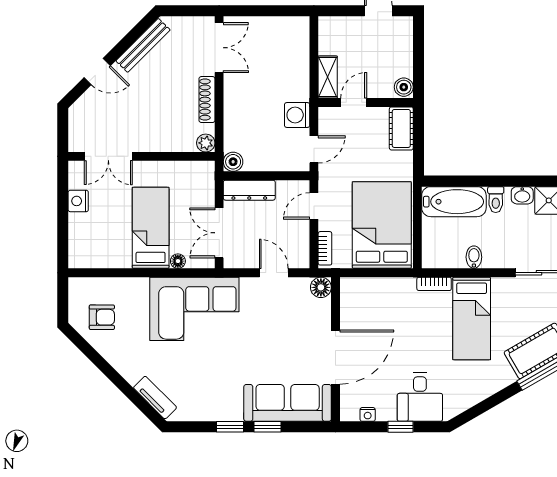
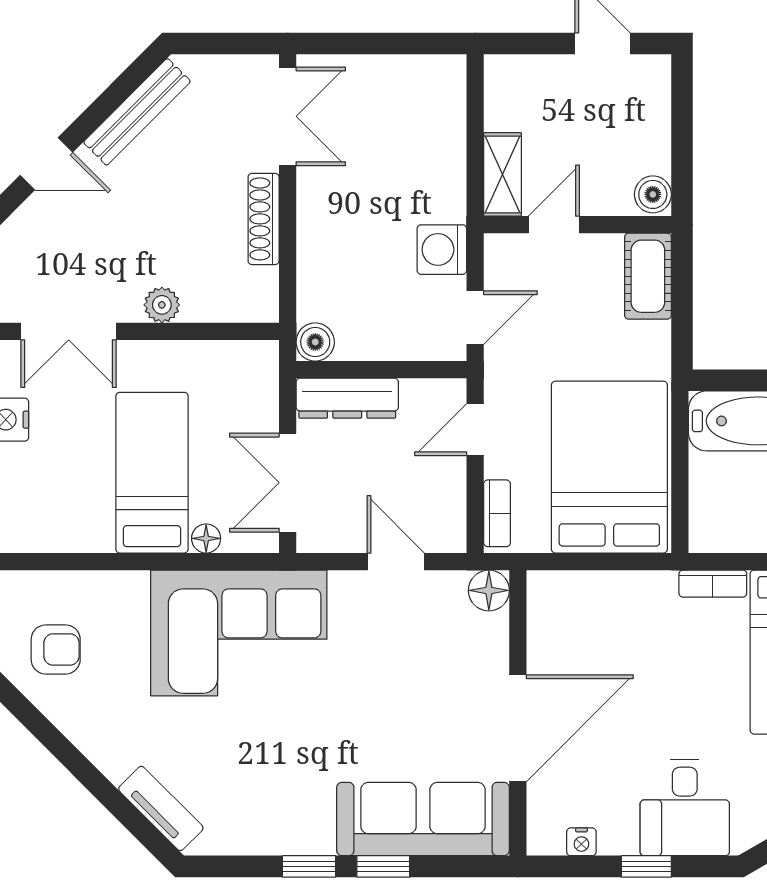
plant: (206, 143) -> (162, 305), moved

